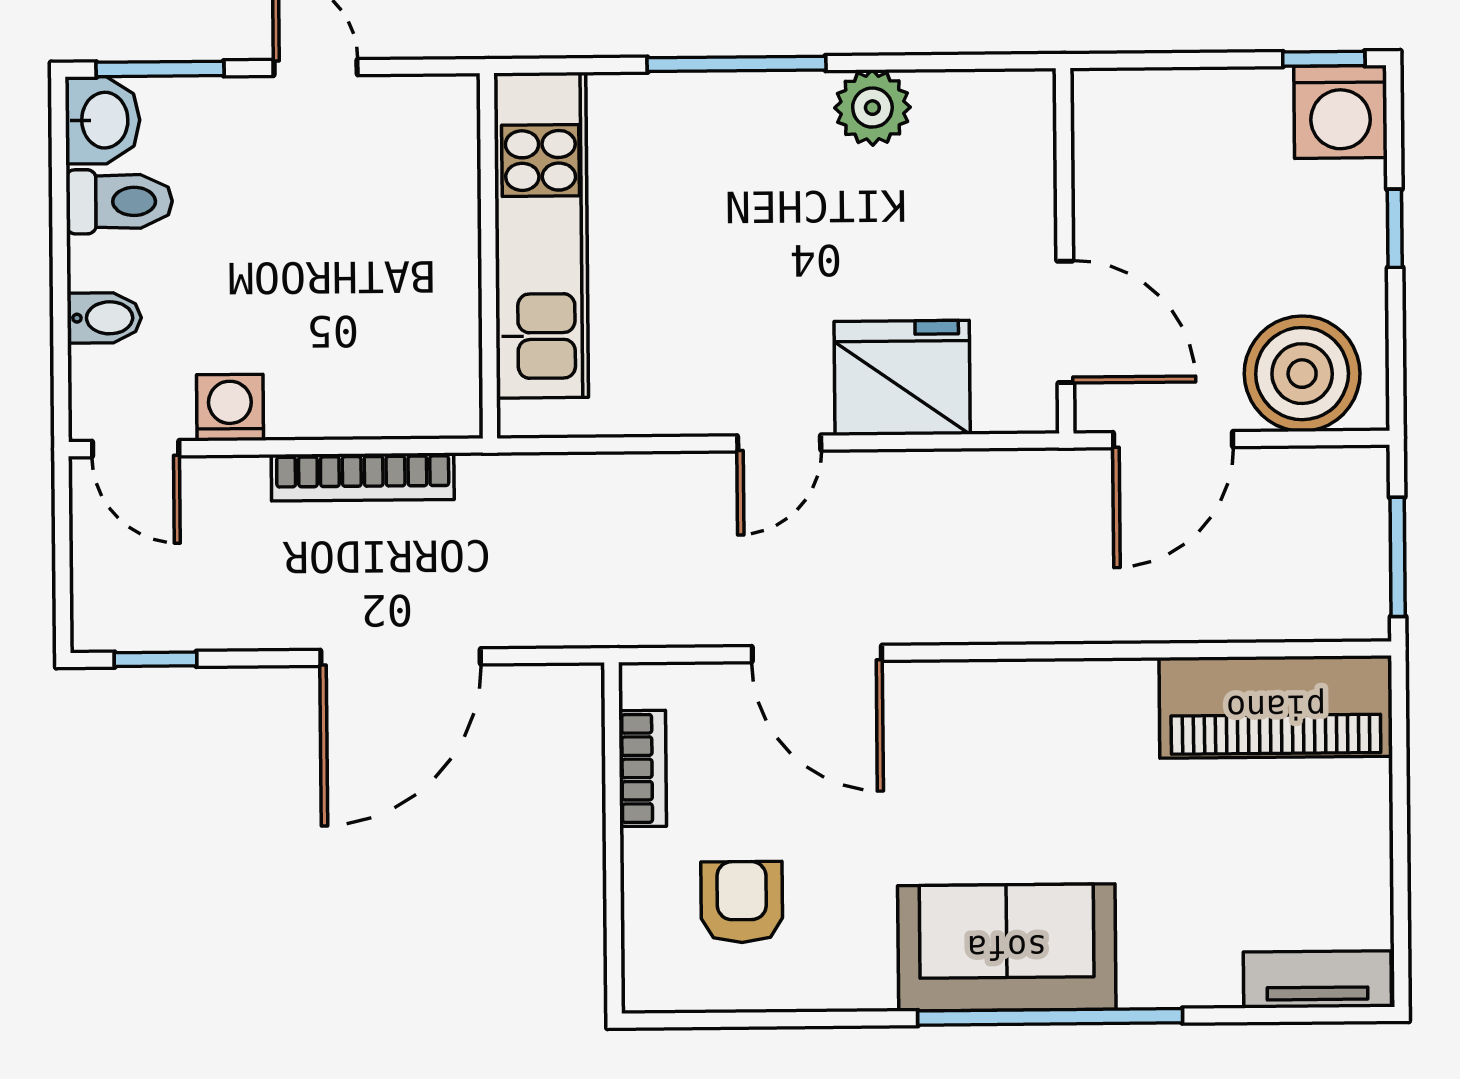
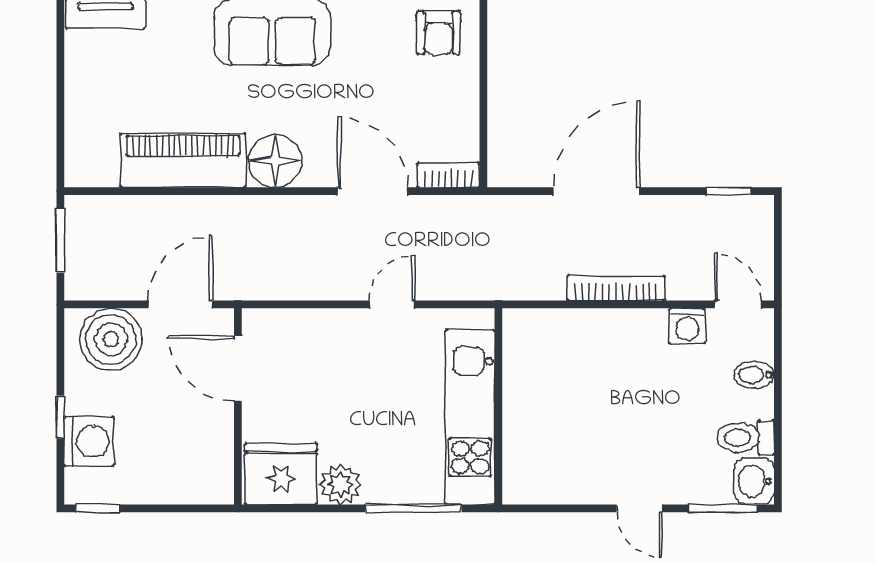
washing machine: (1340, 112) -> (89, 441), moved, turned 90
kitchen unit: (541, 235) -> (470, 417), moved
wall: (488, 256) -> (498, 406), moved
fridge: (902, 378) -> (281, 474), moved, turned 180
piano: (1276, 707) -> (183, 160), moved
floor lamp: (999, 709) -> (275, 161), added
bookcase: (643, 768) -> (448, 175), moved, turned 90
armchair: (742, 902) -> (438, 33), moved

